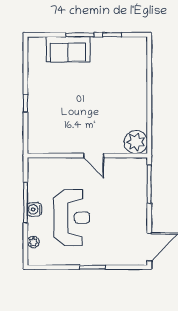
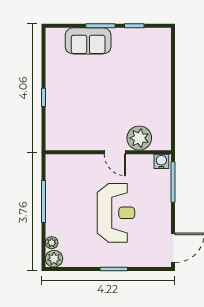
plant: (136, 142) -> (139, 138), moved
water cooler: (34, 209) -> (161, 161), moved, turned 90
reception desk: (72, 218) -> (116, 213), moved
plant: (35, 257) -> (54, 259), added

